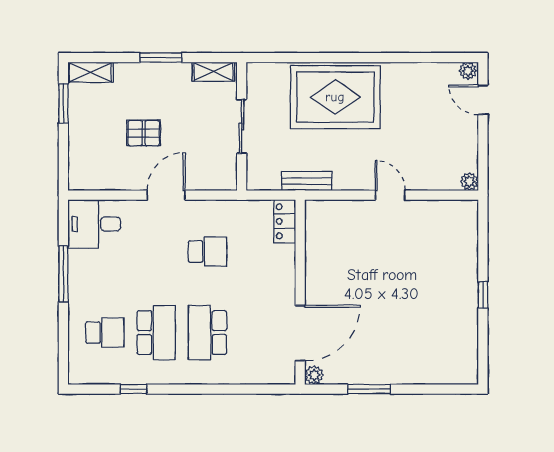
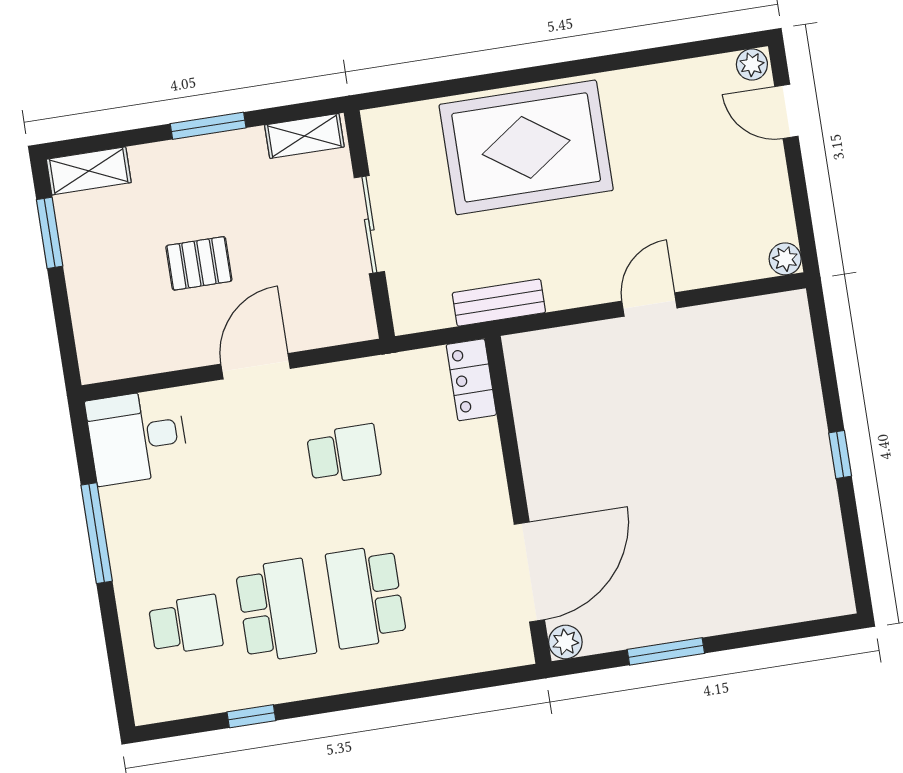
door: (390, 195) -> (649, 305), hinge flipped

